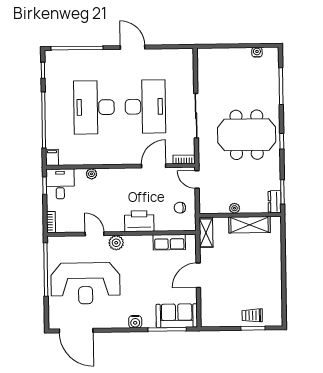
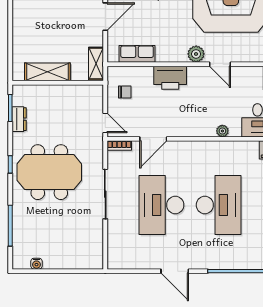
dresser: (275, 202) -> (19, 119), moved
plant: (234, 208) -> (64, 91), removed

